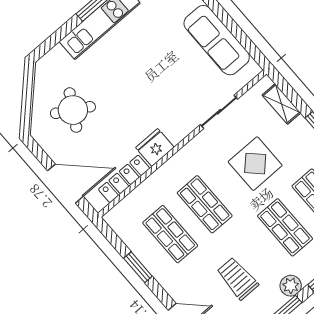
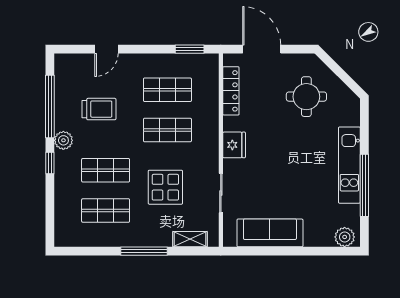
round table: (73, 110) -> (306, 97), turned -30
fridge: (155, 148) -> (234, 145), moved
door: (65, 184) -> (262, 49), swing flipped
window: (138, 267) -> (190, 49), moved

